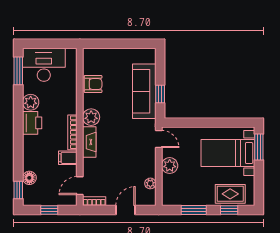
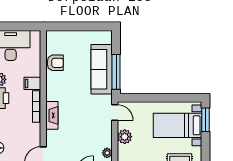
window: (160, 94) -> (116, 72), width x2.17
plant: (91, 117) -> (54, 93), removed
filing cabinet: (68, 158) -> (32, 83), moved

